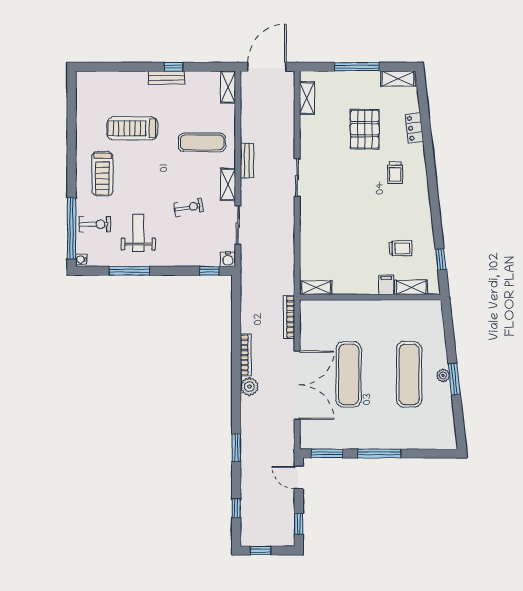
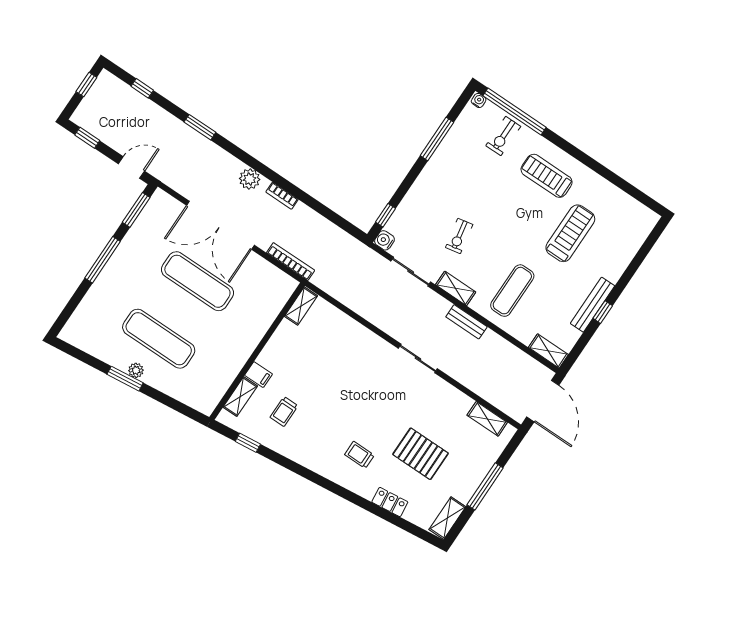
bench: (167, 78) -> (593, 305), width x1.36
weight bench: (138, 233) -> (467, 172), removed
bookcase: (246, 355) -> (282, 196), width x0.64

